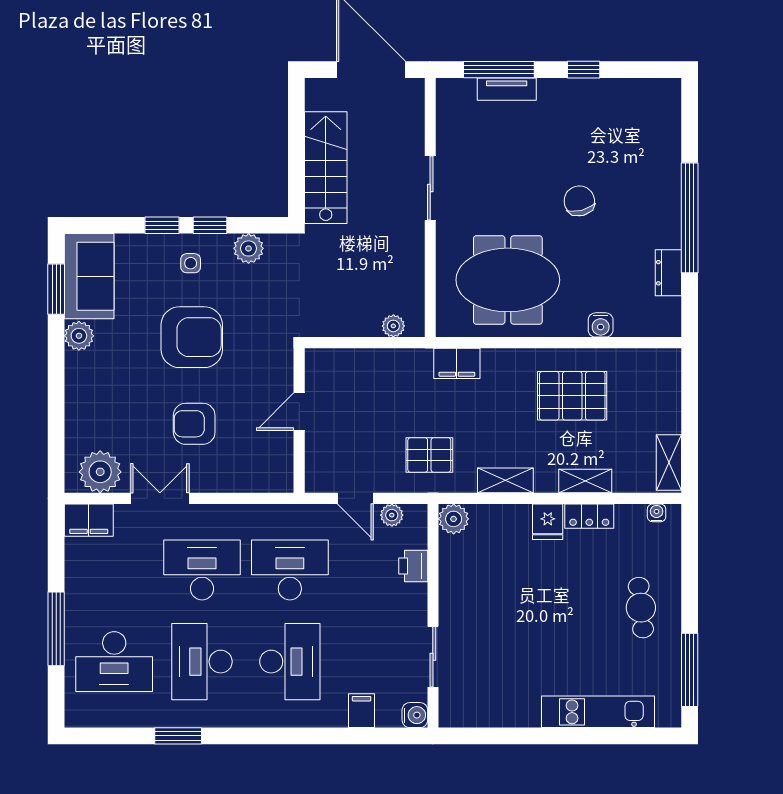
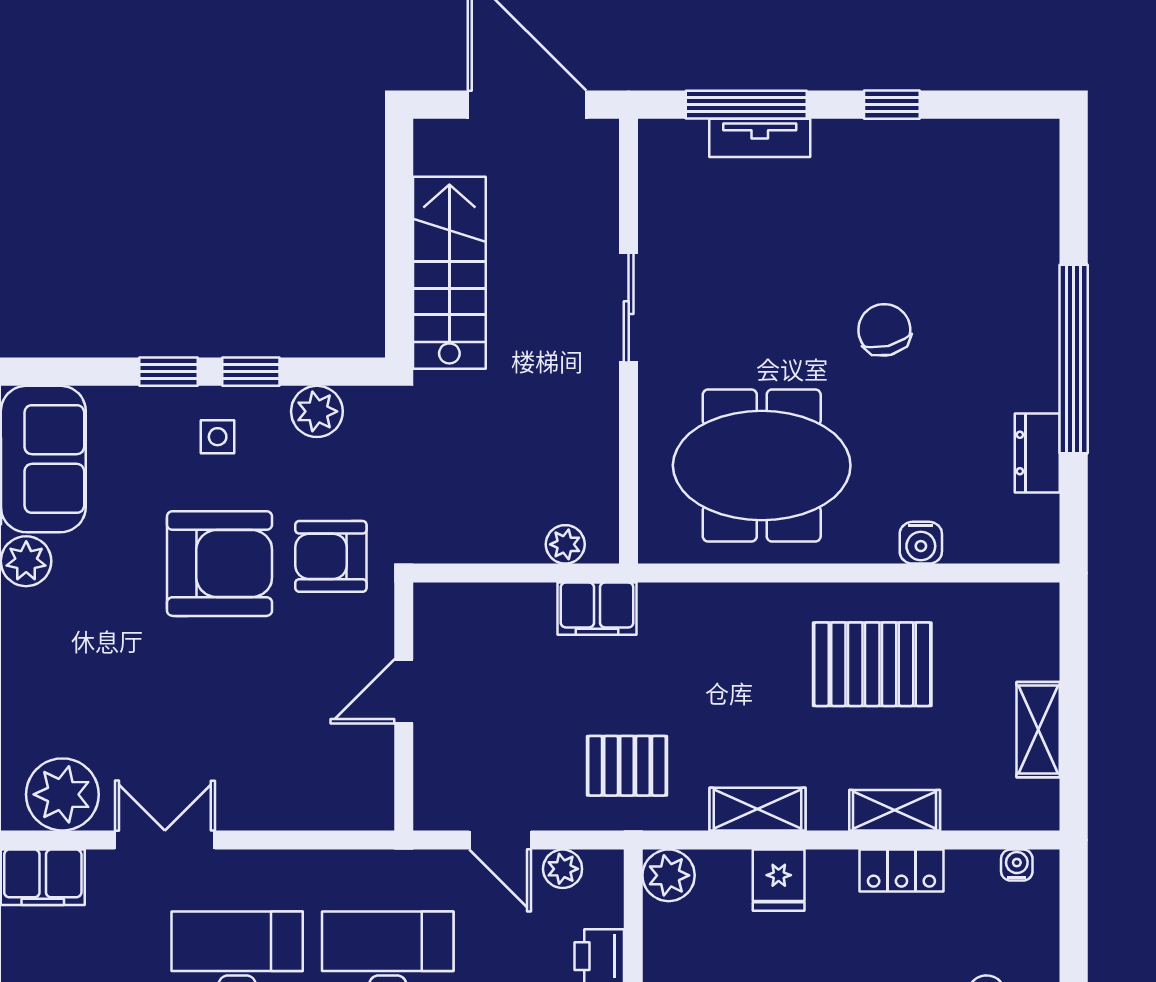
filing cabinet: (457, 363) -> (597, 609), moved
armchair: (194, 424) -> (331, 556), moved
shelving: (669, 462) -> (1038, 730), moved
fridge: (548, 522) -> (779, 880), moved

